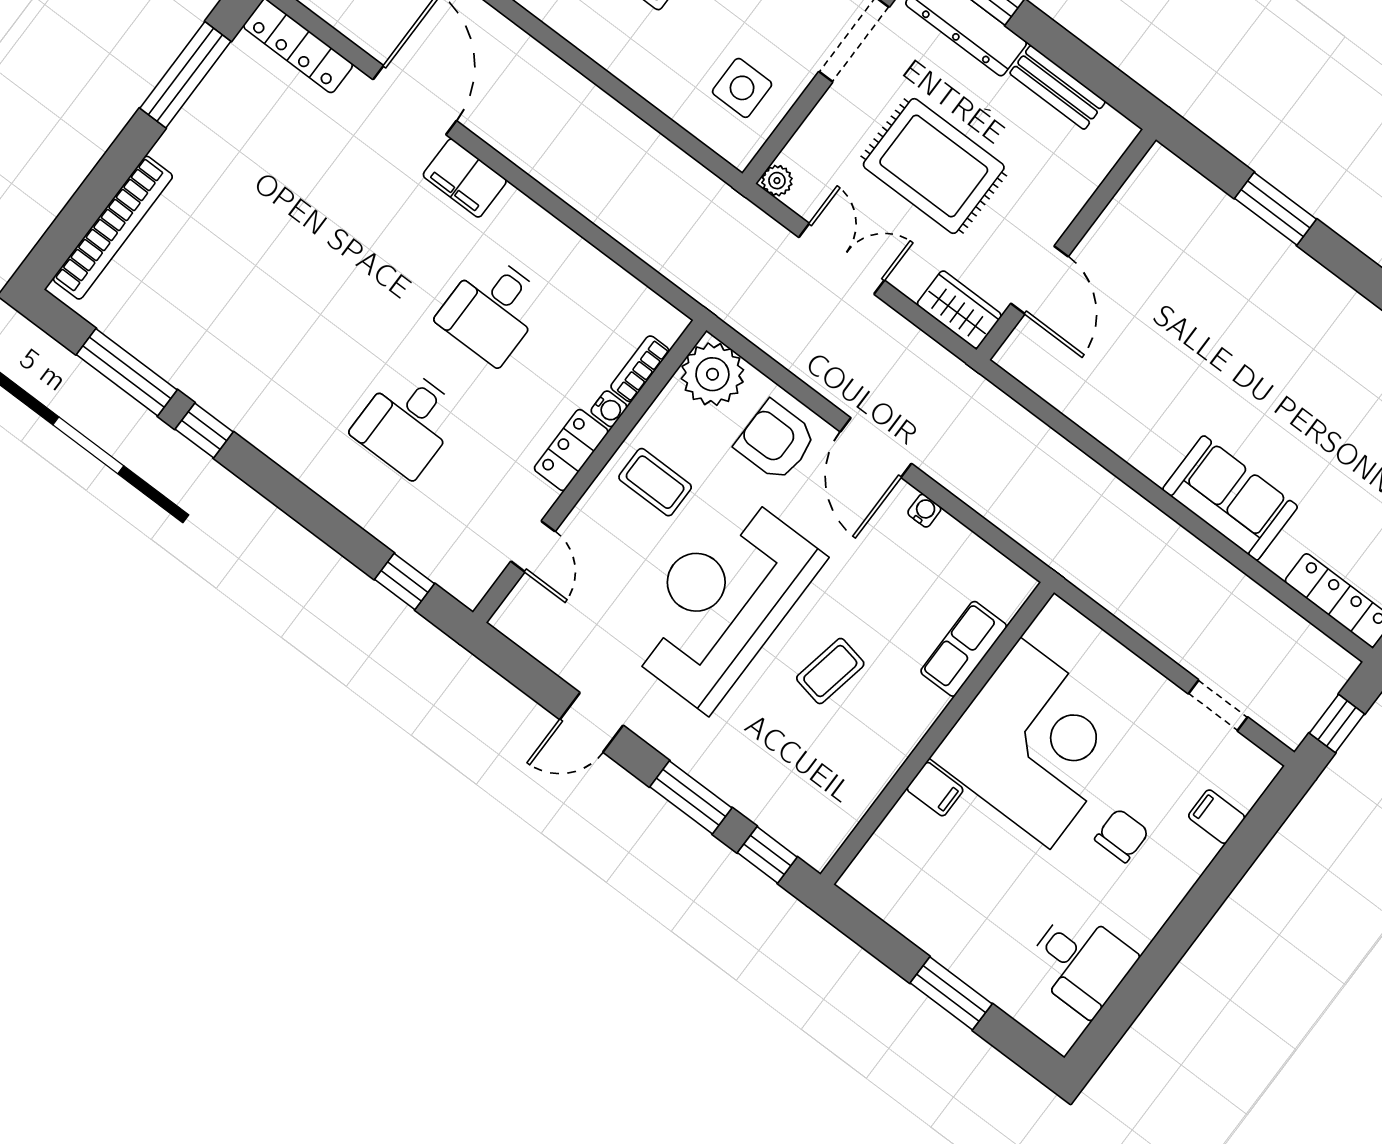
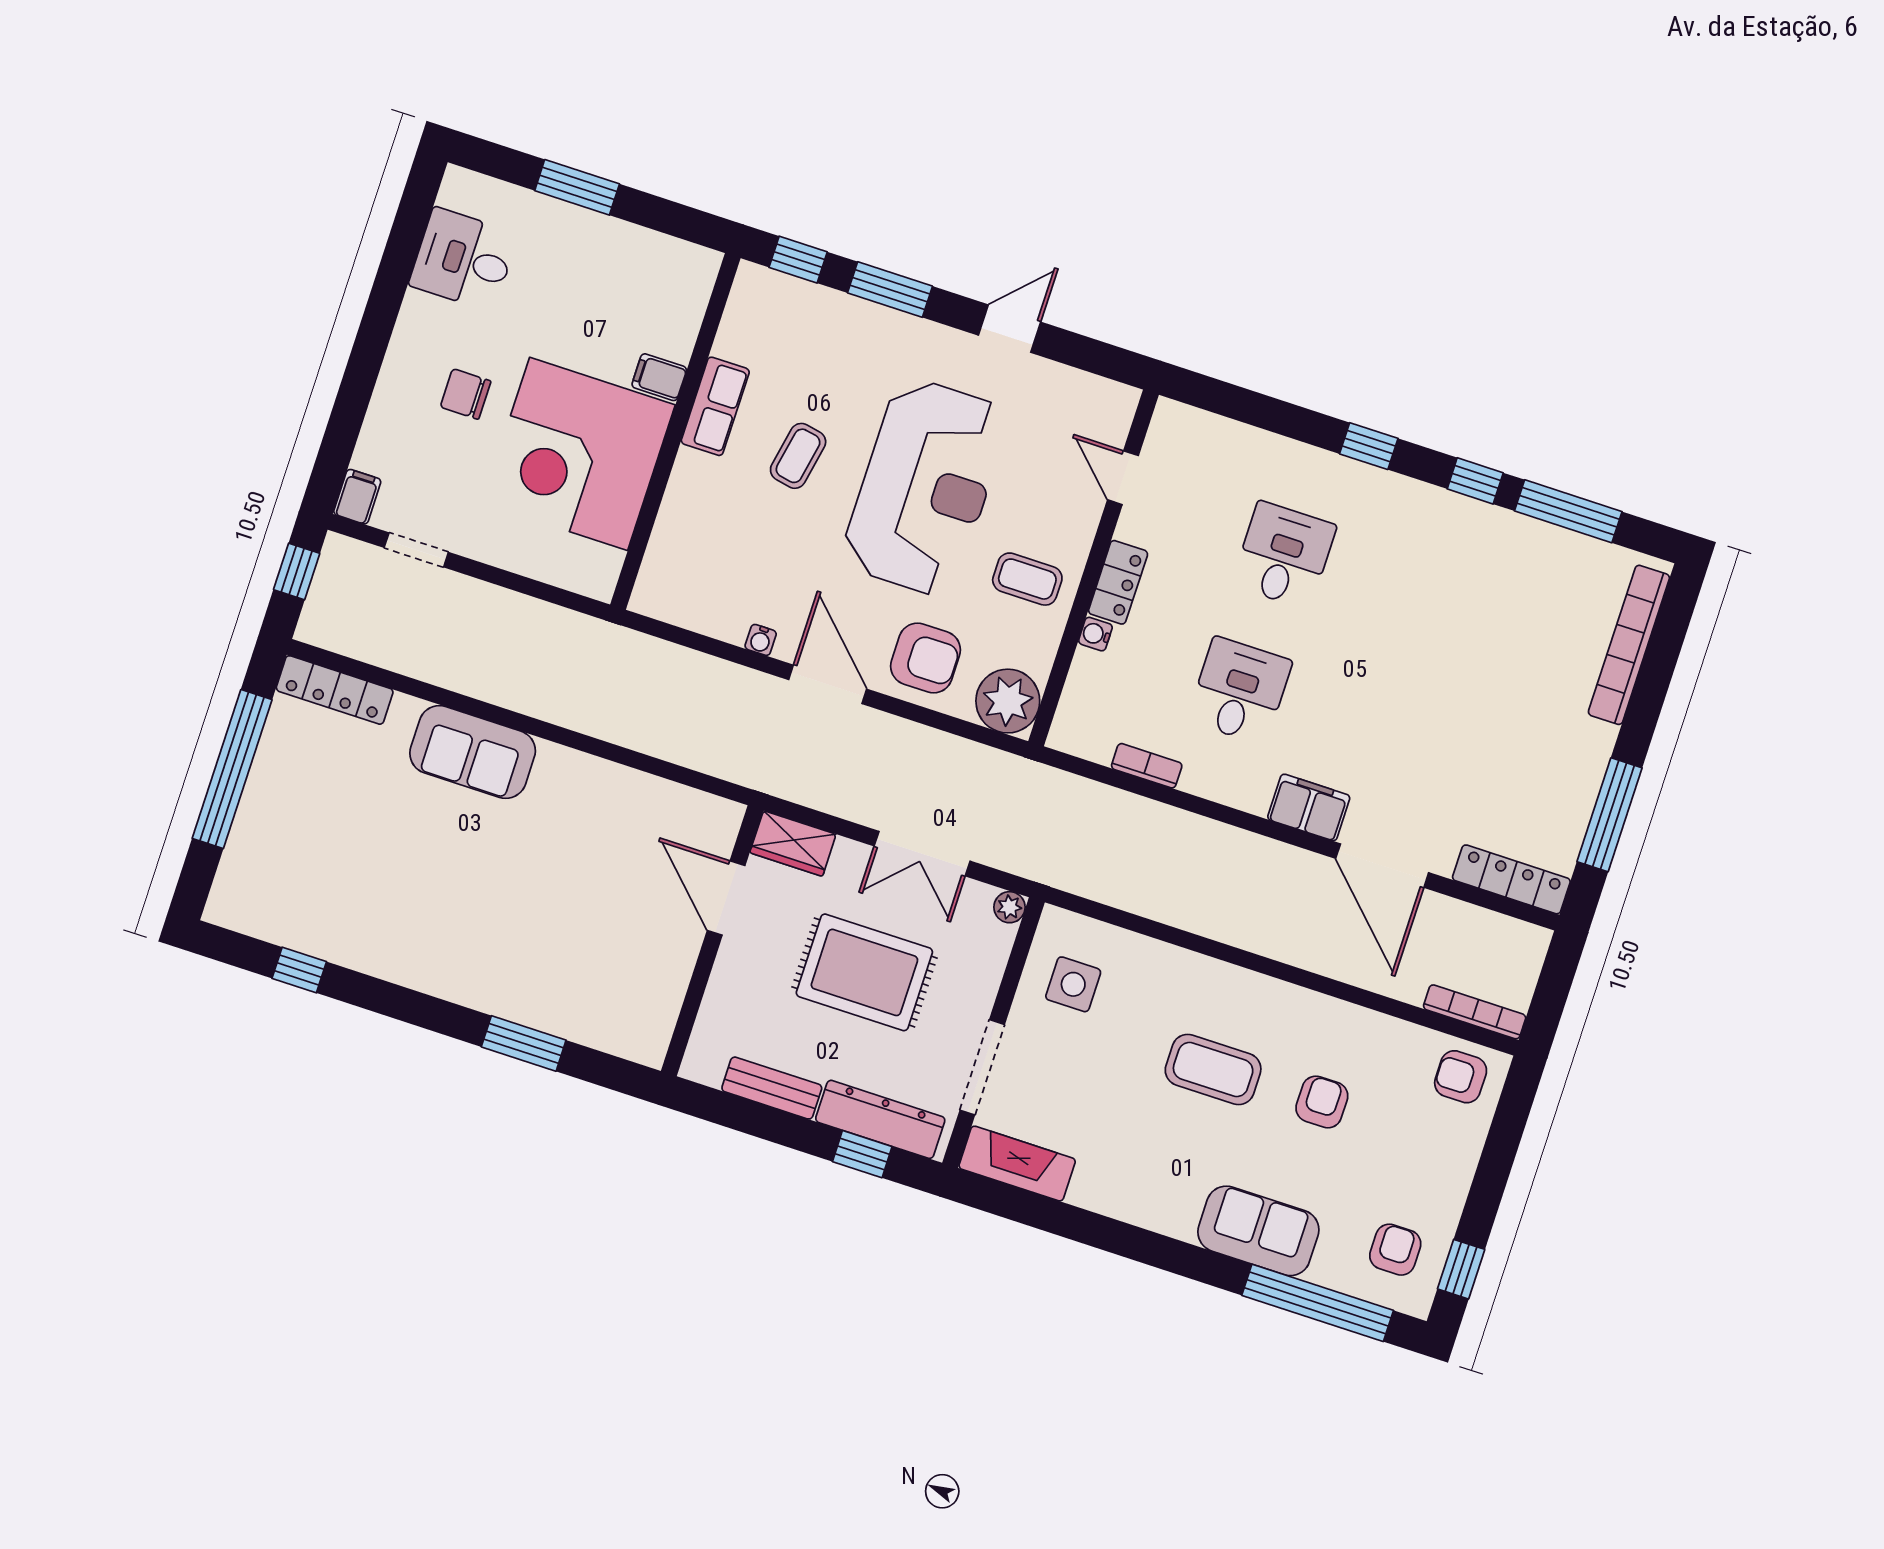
bookcase: (640, 369) -> (1147, 766), moved, turned -90
window: (405, 582) -> (1369, 446), moved
row of seats: (964, 649) -> (715, 406), moved
filing cabinet: (1217, 817) -> (357, 497), moved, turned -90
chair: (1122, 836) -> (466, 394), turned 90

